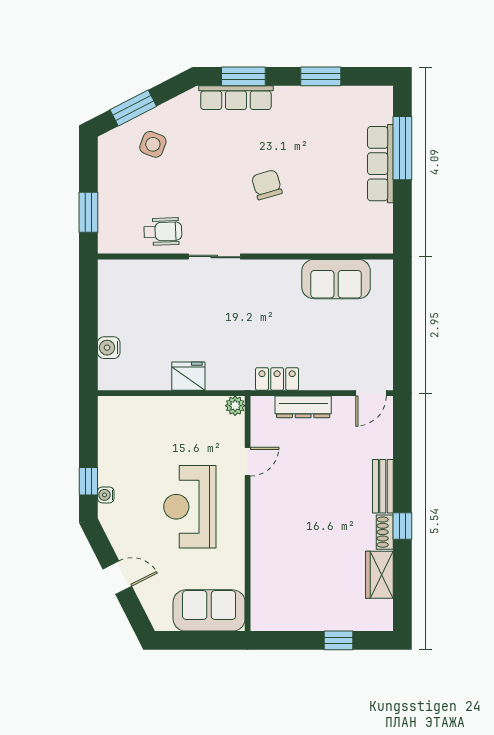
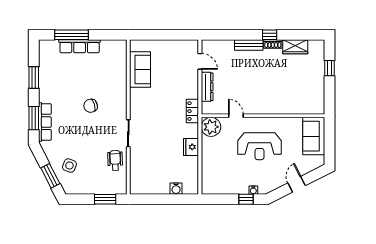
locker: (277, 379) -> (192, 111), moved
door: (371, 393) -> (200, 61), moved
plant: (235, 406) -> (211, 127), width x1.88, depth x1.88

